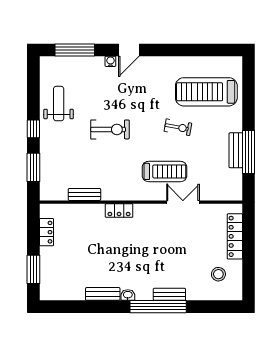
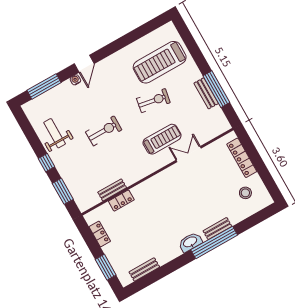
exercise bike: (178, 127) -> (153, 101), width x1.38, depth x1.39
locker: (119, 211) -> (121, 201), moved
bench: (103, 294) -> (144, 270), moved
washbasin: (128, 295) -> (190, 242), width x1.91, depth x1.45

